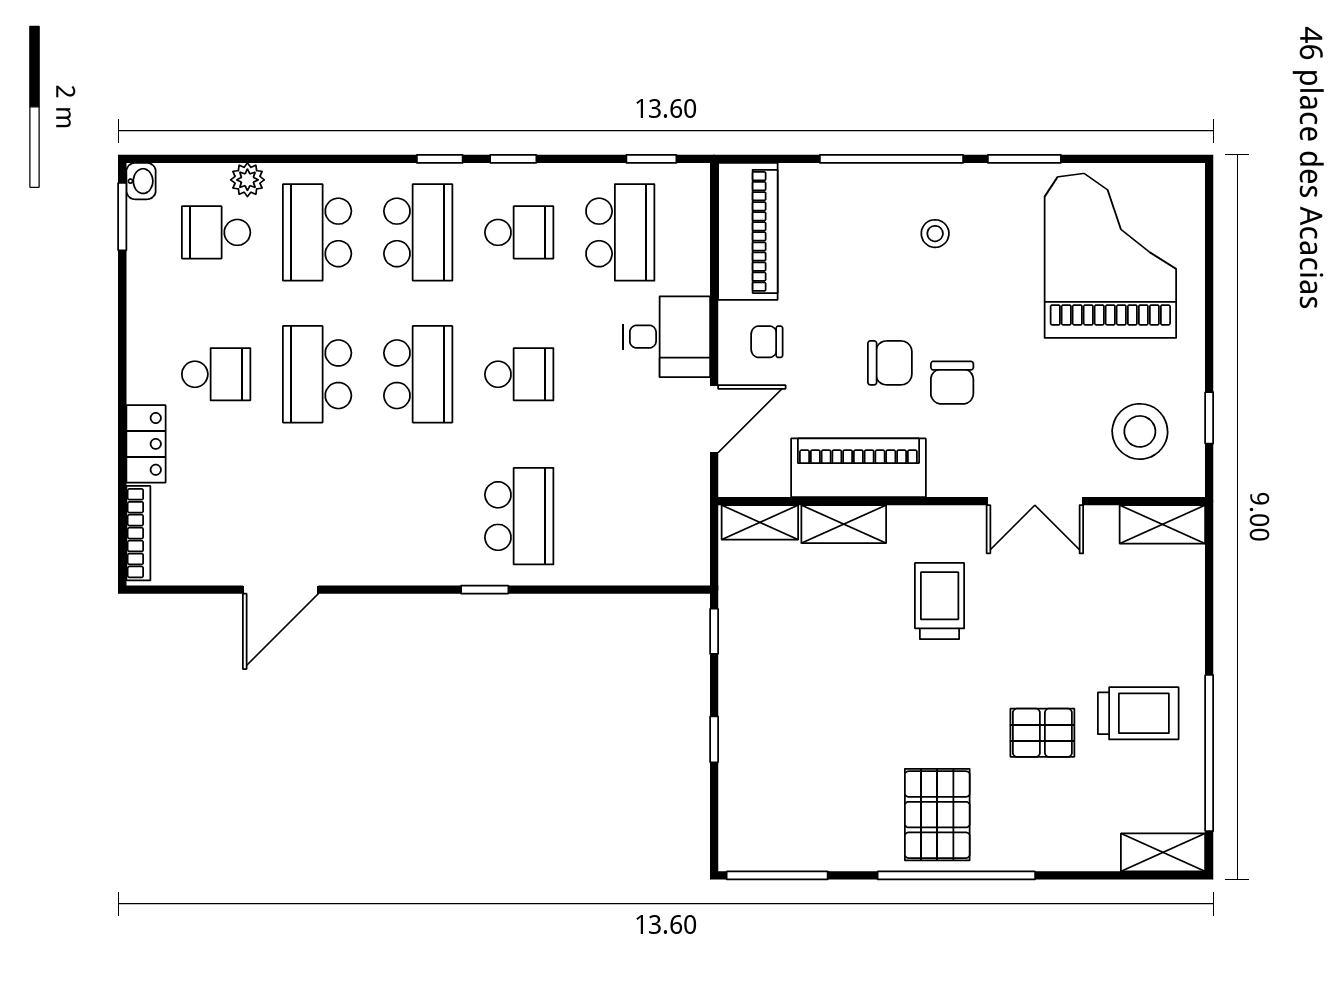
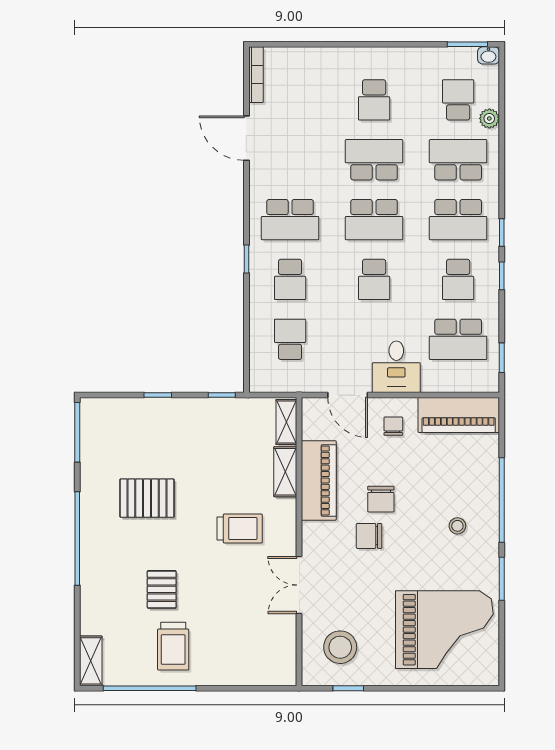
locker: (146, 444) -> (333, 58), removed
school desk: (418, 516) -> (290, 220), added
school desk: (519, 516) -> (290, 279), width x0.54
school desk: (620, 516) -> (290, 339), added
shelving: (1162, 524) -> (285, 661), removed
bookcase: (138, 533) -> (256, 75), moved, turned -90
pallet: (937, 815) -> (147, 498), moved

